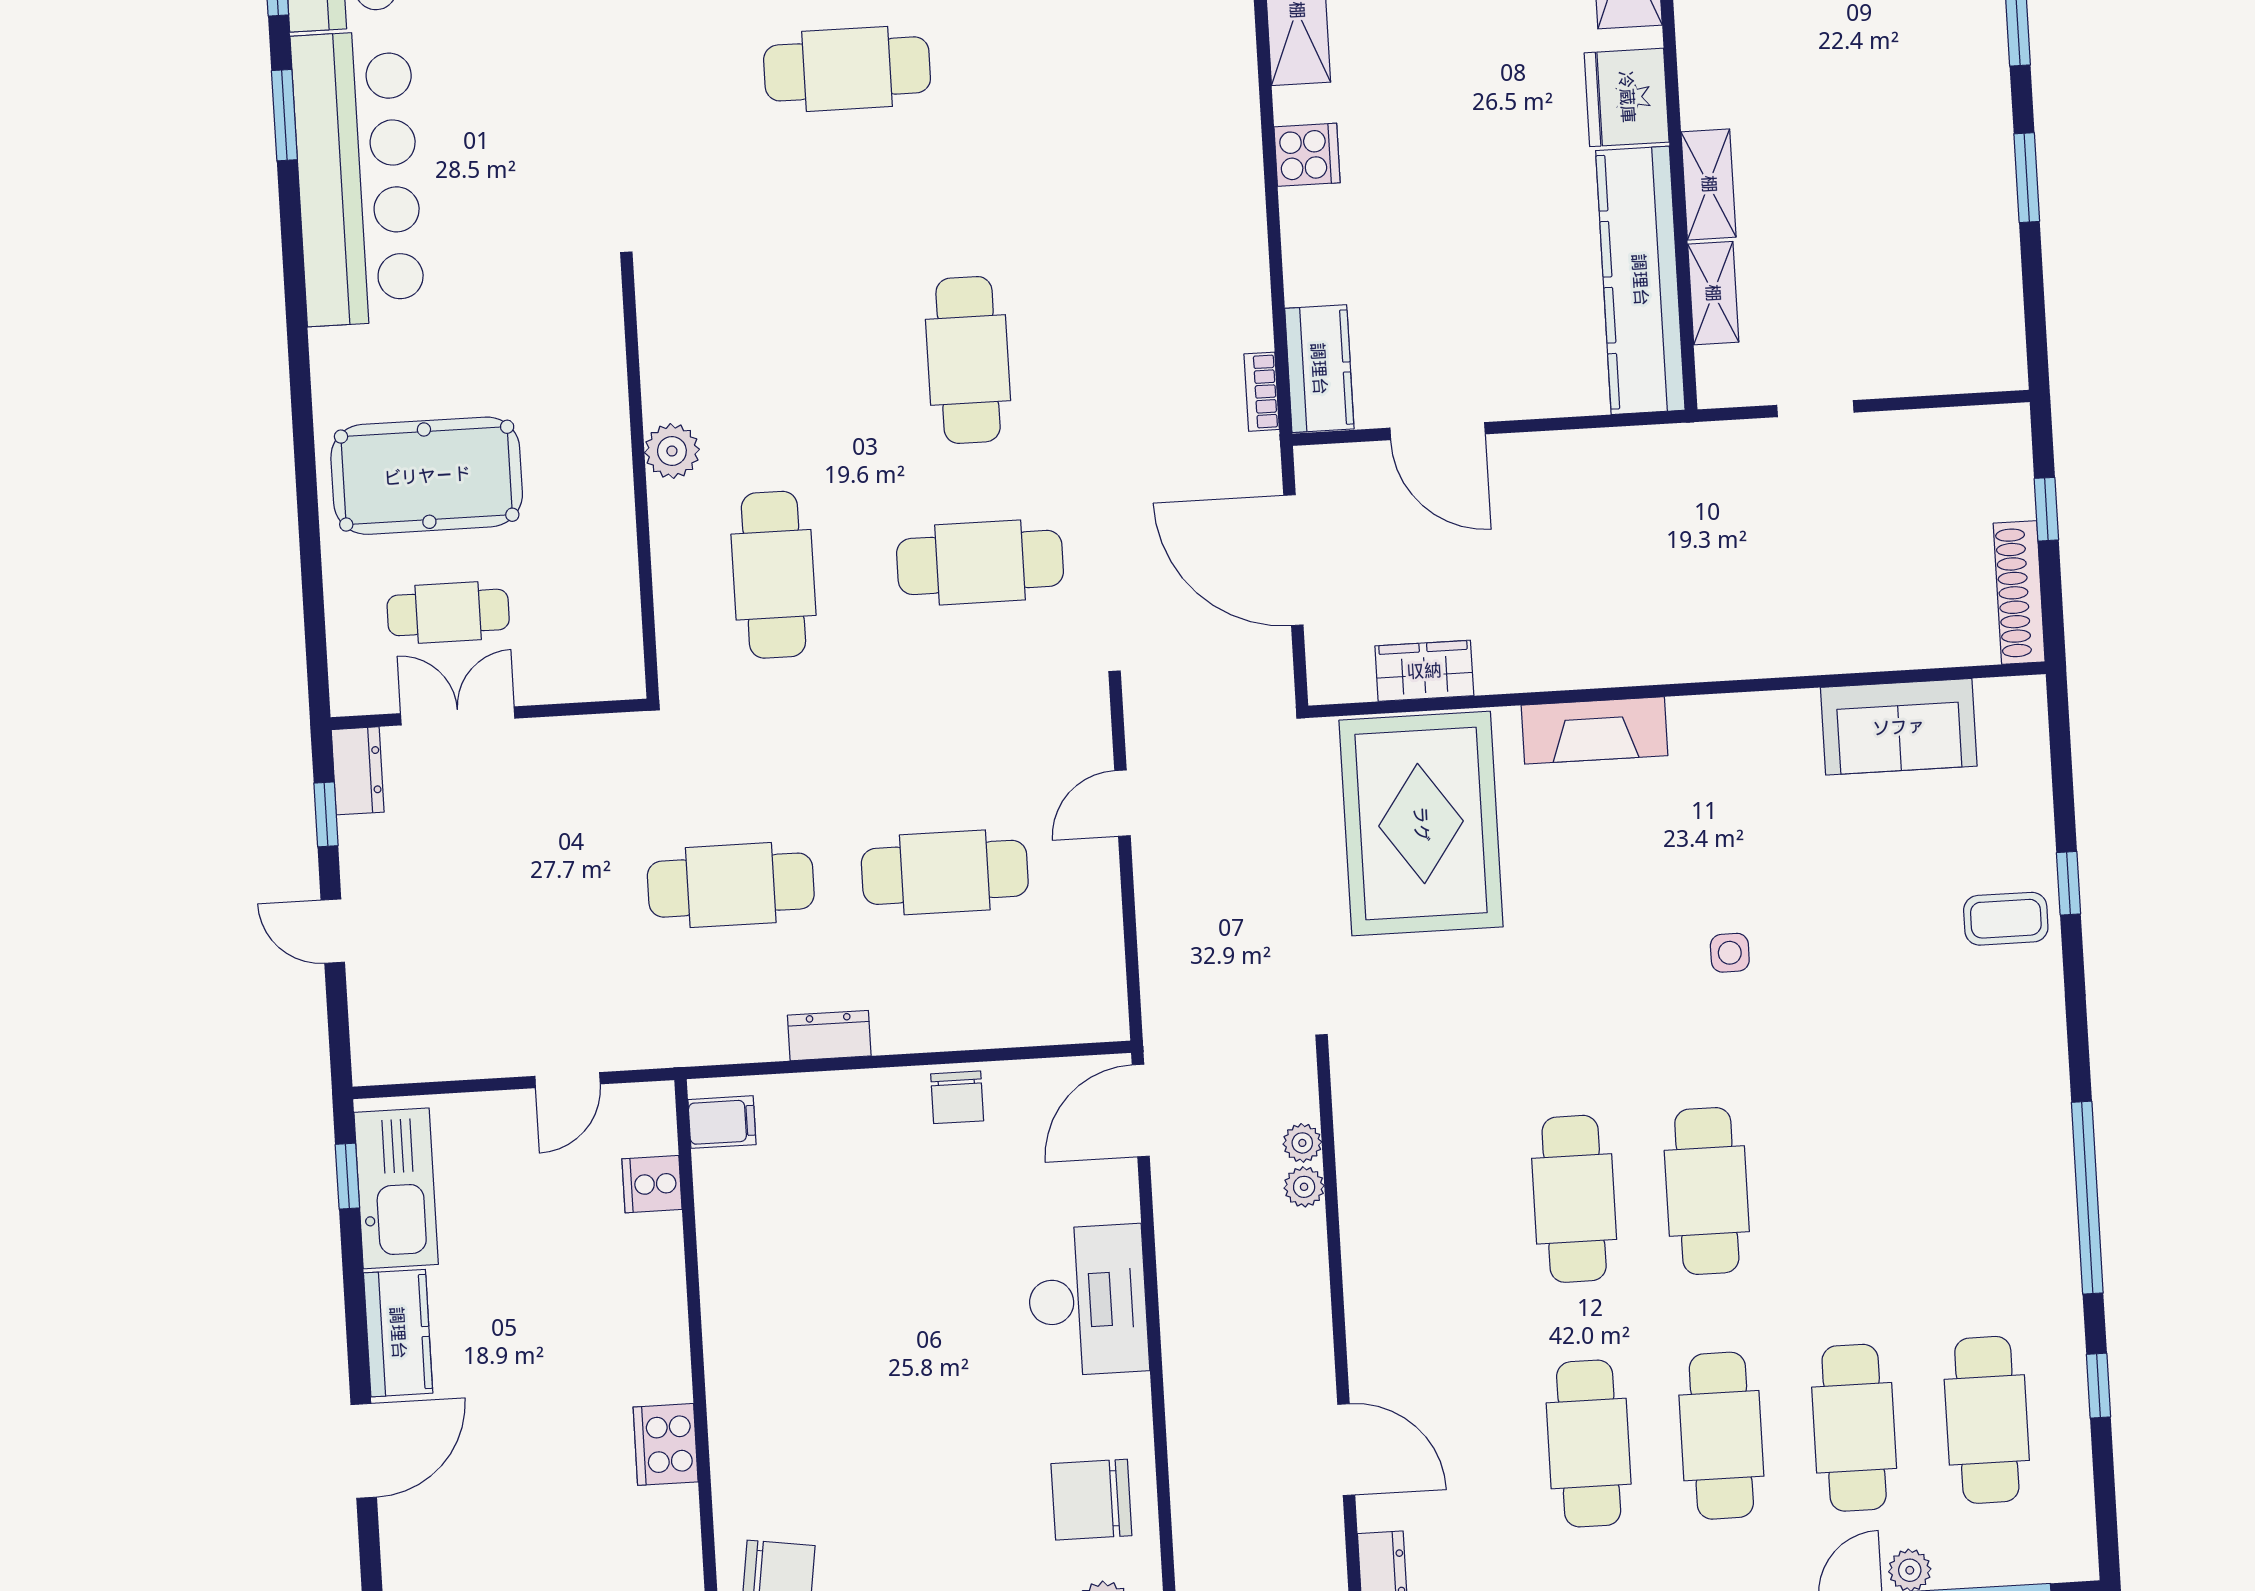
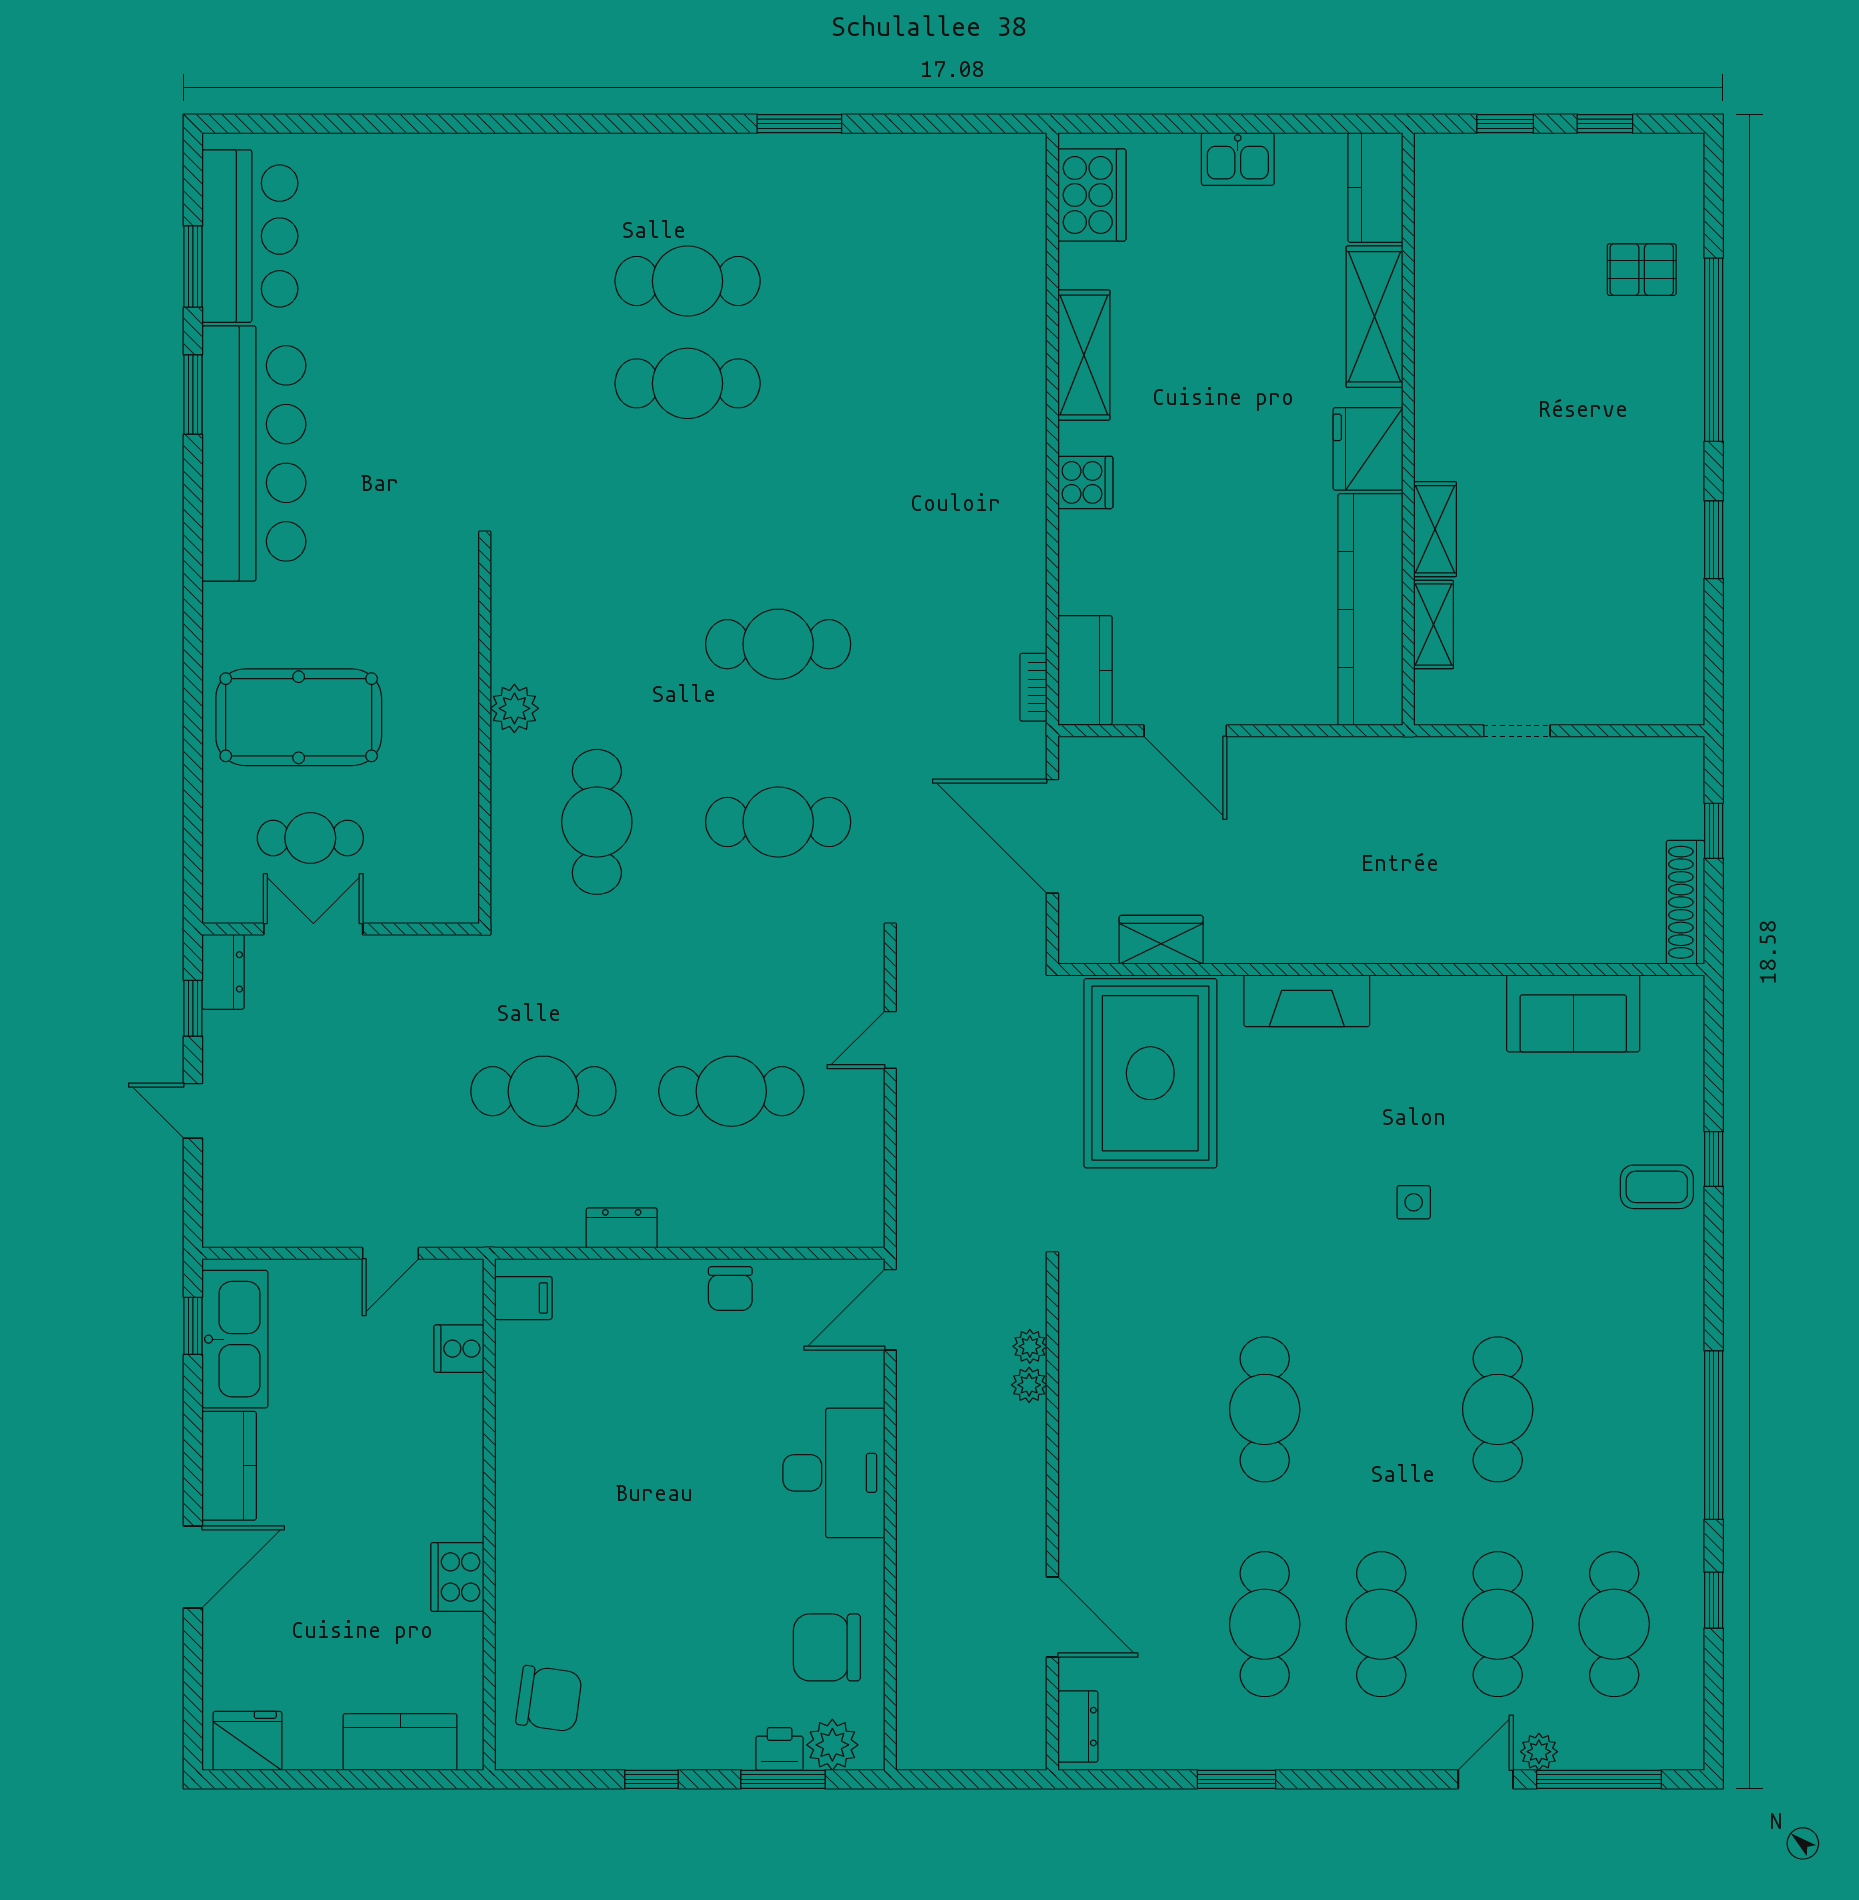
cafe table: (968, 360) -> (778, 644), turned 90
cafe table: (1707, 1191) -> (1498, 1409), moved

